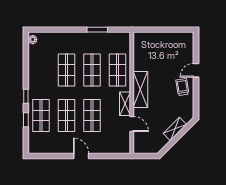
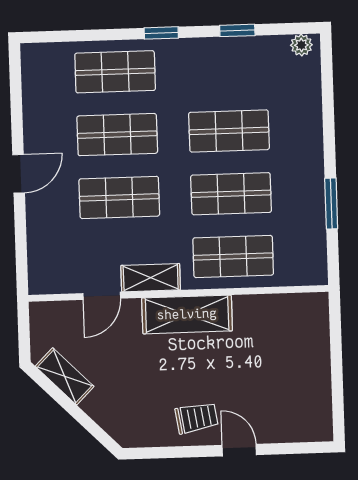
window: (26, 120) -> (237, 30), moved
shelving: (175, 129) -> (65, 376), moved

